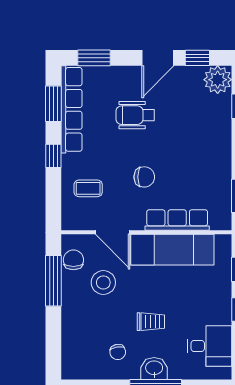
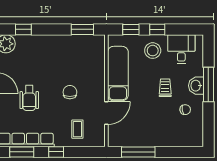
row of seats: (177, 220) -> (98, 70), removed
chair: (73, 260) -> (125, 139), removed
stool: (103, 282) -> (153, 51), moved

